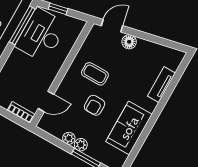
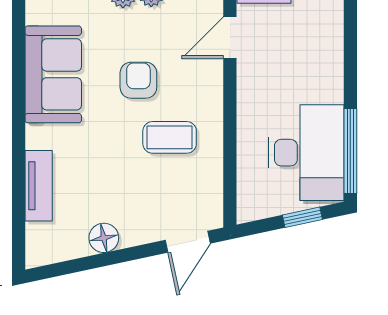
floor lamp: (129, 42) -> (104, 238), moved

